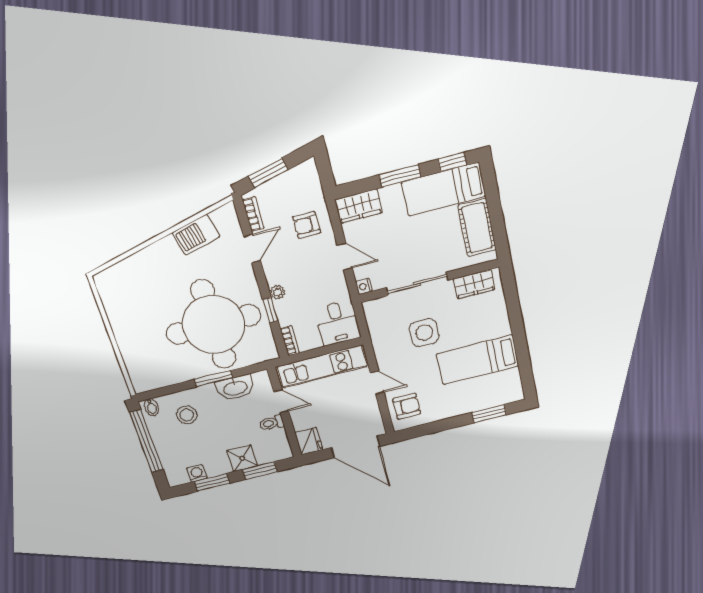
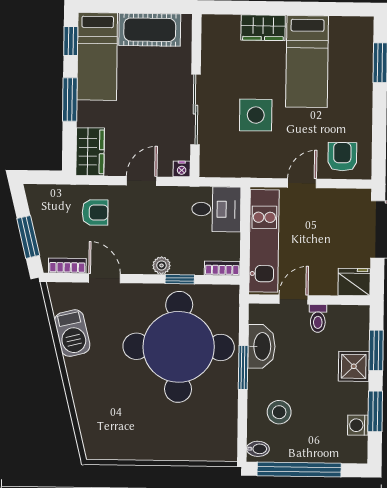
armchair: (307, 225) -> (95, 212), turned -90
wardrobe: (474, 284) -> (263, 28), moved, turned 90

